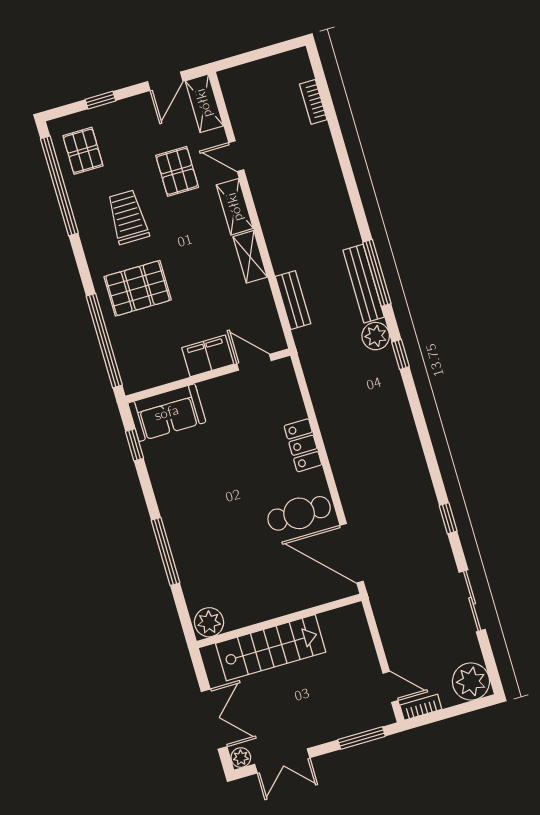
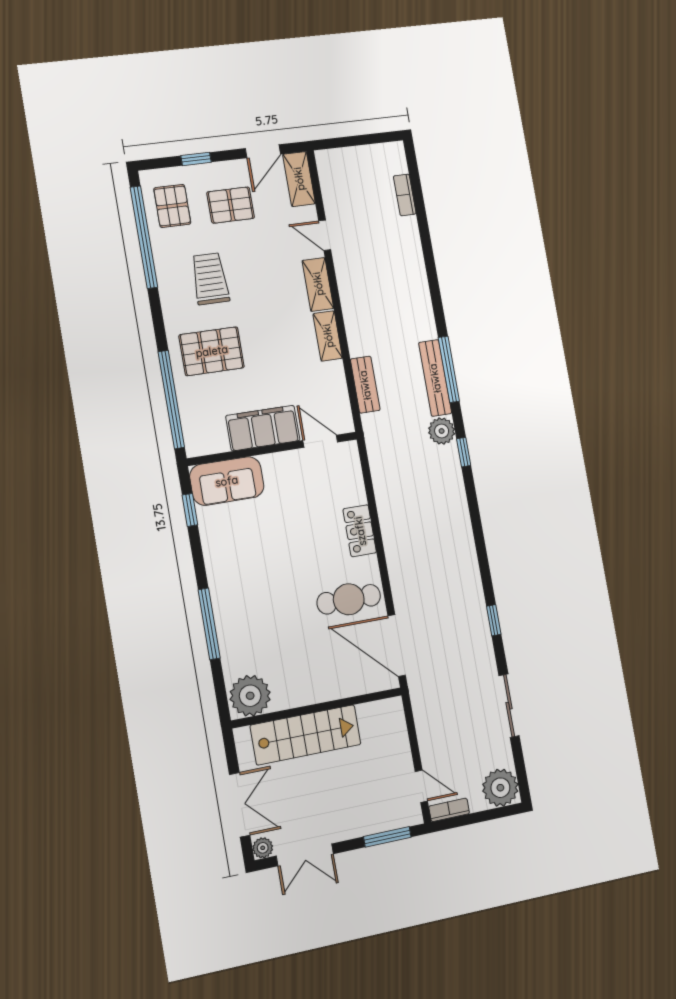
pallet: (177, 171) -> (231, 205), moved, turned 90
filing cabinet: (208, 356) -> (263, 428), width x1.50, depth x1.17
plant: (209, 622) -> (250, 696), width x1.36, depth x1.36

